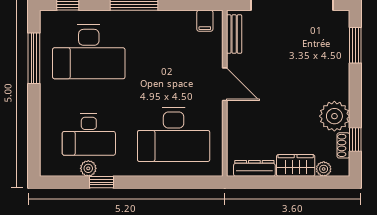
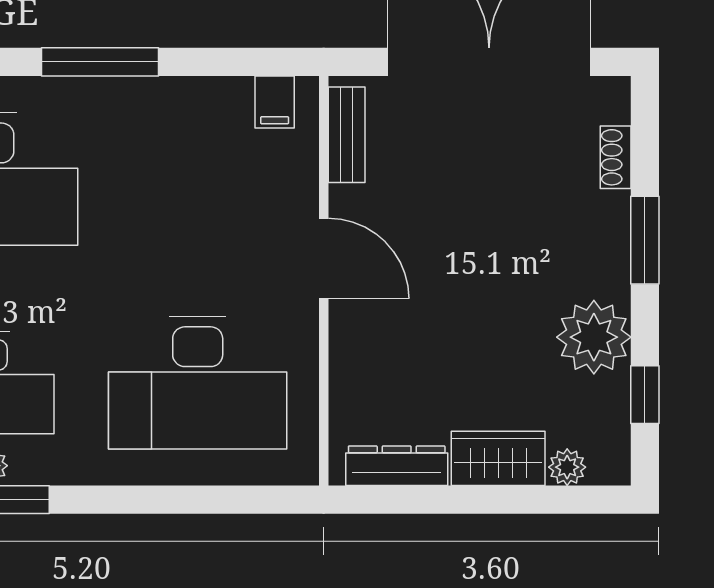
window: (355, 45) -> (645, 240), moved
shoe rack: (343, 145) -> (616, 157), moved

